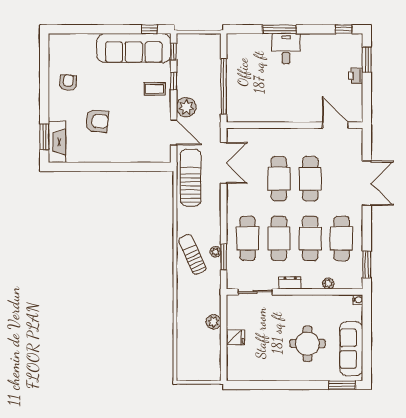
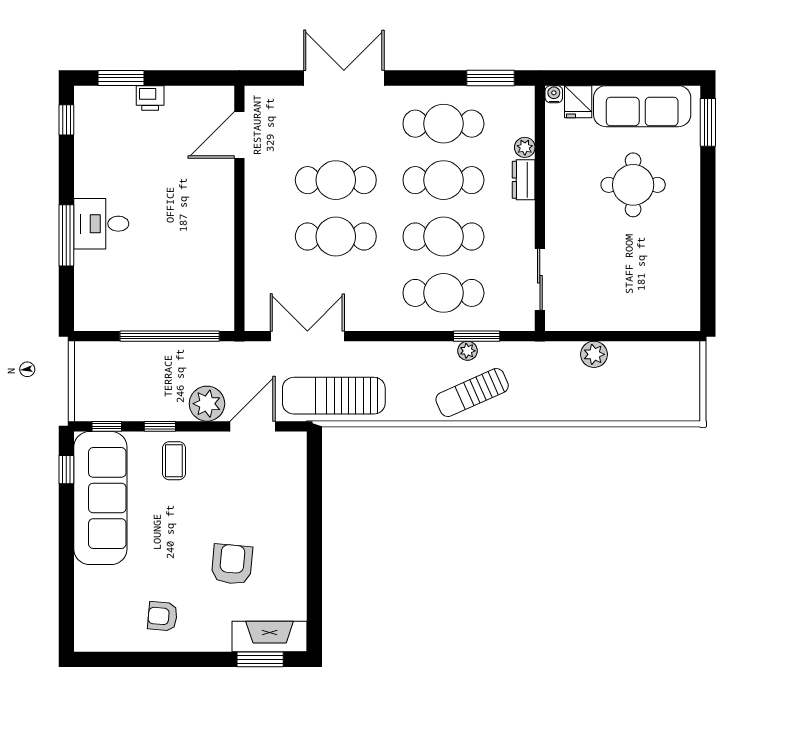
dresser: (290, 283) -> (524, 180), moved
fridge: (235, 337) -> (578, 102), moved, turned 180

